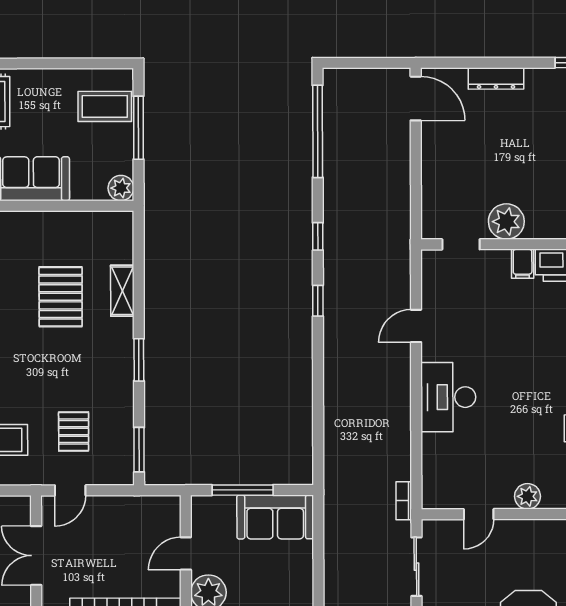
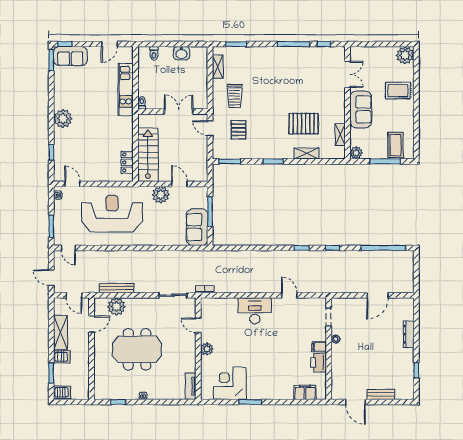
door: (416, 98) -> (378, 295), moved
shelving: (83, 221) -> (340, 135), added
plant: (506, 222) -> (336, 339), width x0.53, depth x0.53
pallet: (74, 432) -> (239, 130), turned 90

